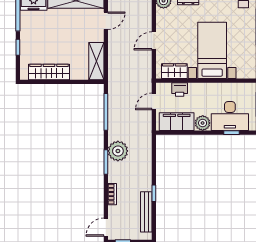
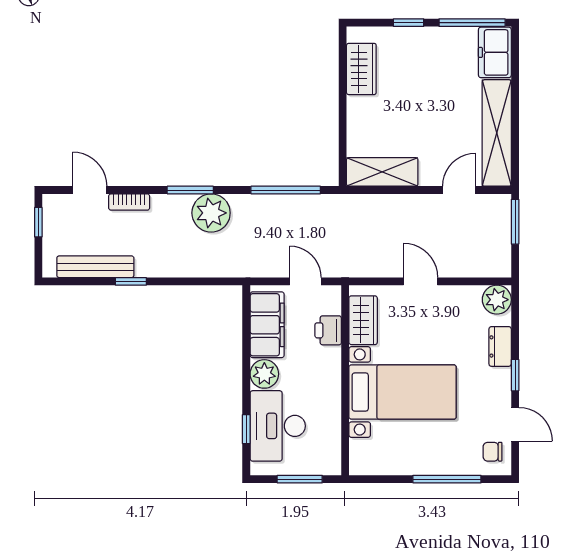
door: (106, 21) -> (459, 190), swing flipped
wardrobe: (49, 72) -> (361, 69), width x0.67
door: (106, 227) -> (90, 190), moved

